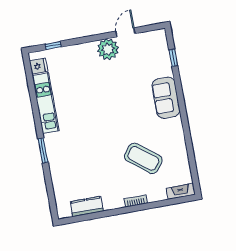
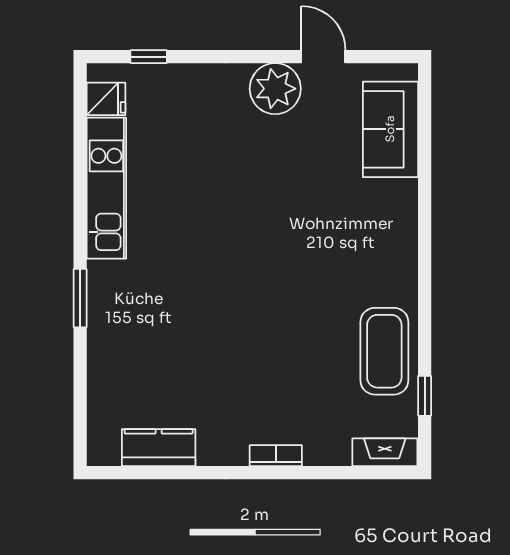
door: (125, 32) -> (323, 57), hinge flipped
window: (173, 58) -> (425, 396), moved
sofa: (166, 98) -> (390, 129), moved
coffee table: (143, 158) -> (384, 351), moved, turned 52

